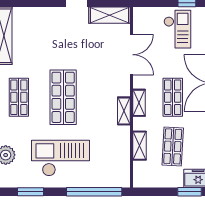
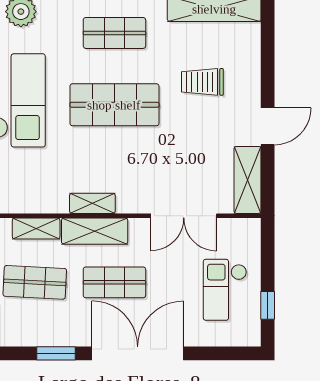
checkout: (177, 29) -> (225, 290), turned 90
trolley: (49, 43) -> (202, 82), added
shelving: (139, 103) -> (95, 231), width x1.50, depth x1.33

